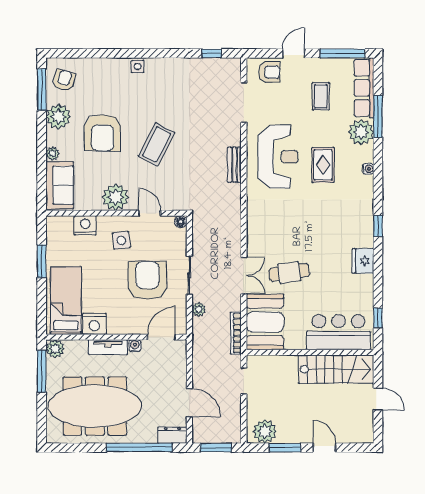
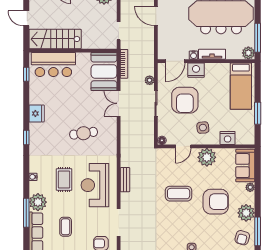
armchair: (103, 133) -> (216, 202), turned 90
coffee table: (157, 144) -> (179, 194), turned 63
door: (150, 213) -> (183, 146), hinge flipped
cafe table: (289, 272) -> (84, 133), moved
nightstand: (94, 324) -> (196, 70), moved

